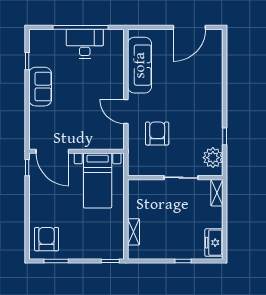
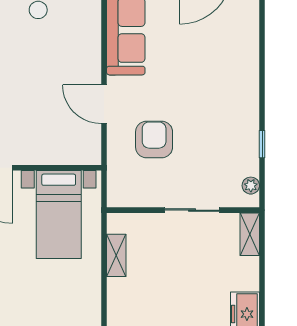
plant: (213, 158) -> (251, 186), width x0.53, depth x0.53
shelving: (134, 232) -> (116, 255), moved

